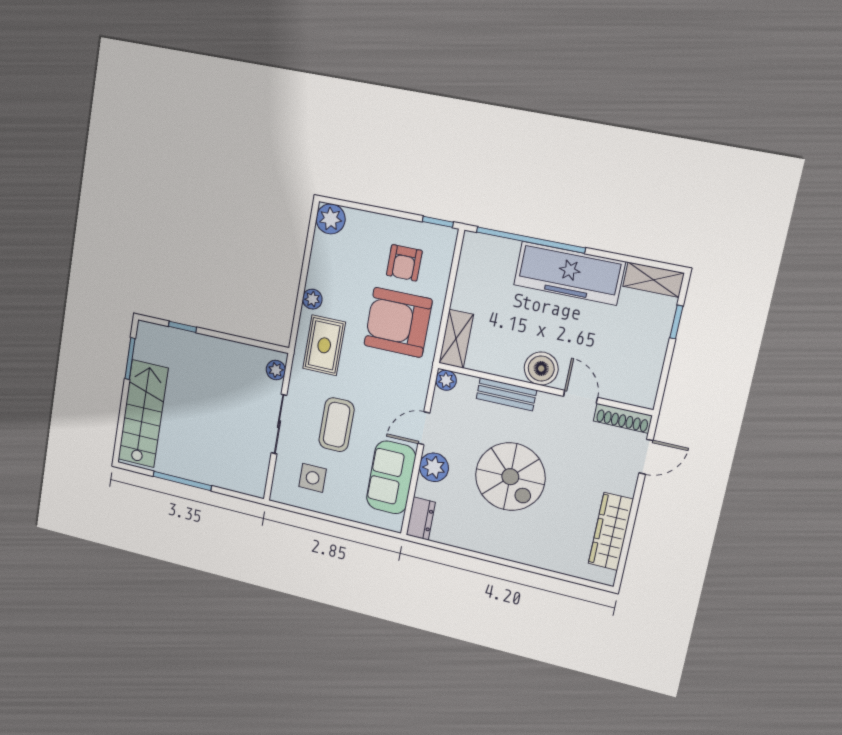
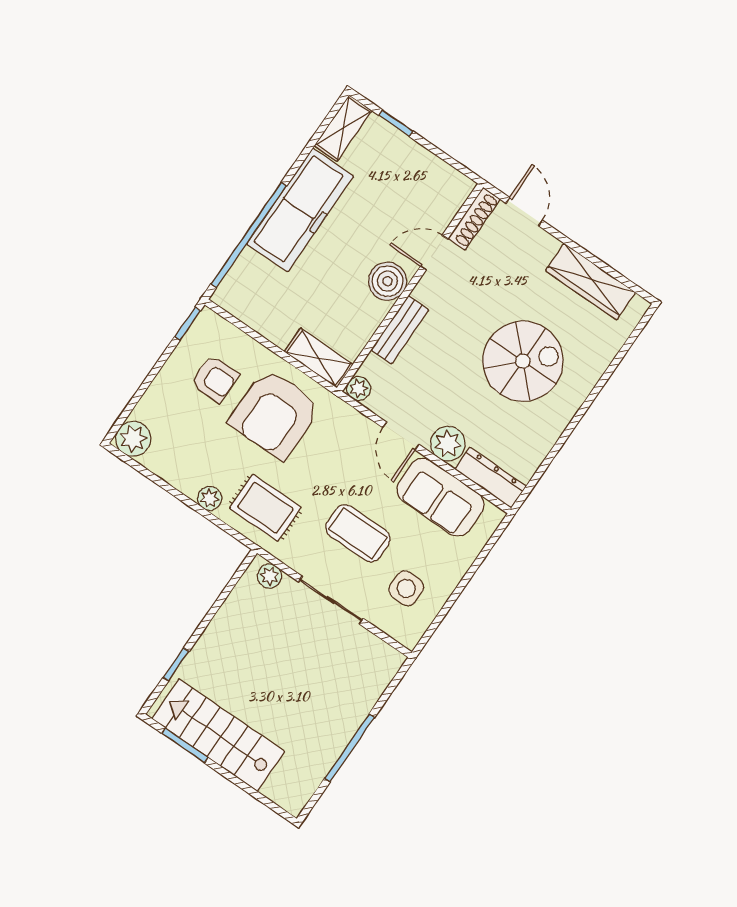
stairs: (143, 414) -> (218, 735), moved
spiral stairs: (510, 477) -> (523, 361), moved
dresser: (421, 518) -> (490, 478), width x1.44

